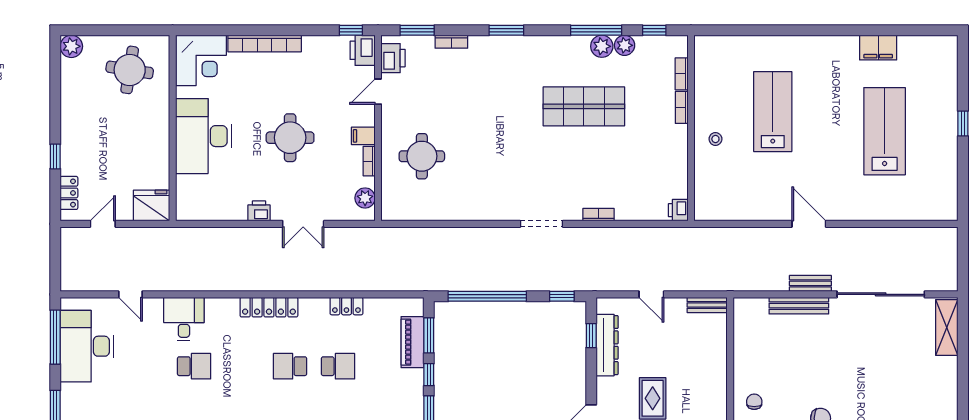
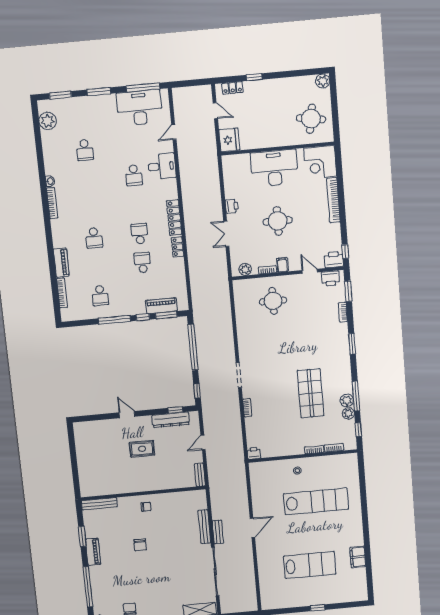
lab bench: (773, 112) -> (316, 501), width x1.36
locker: (346, 306) -> (178, 247), moved
school desk: (338, 366) -> (143, 263), turned 180

